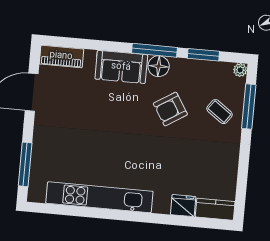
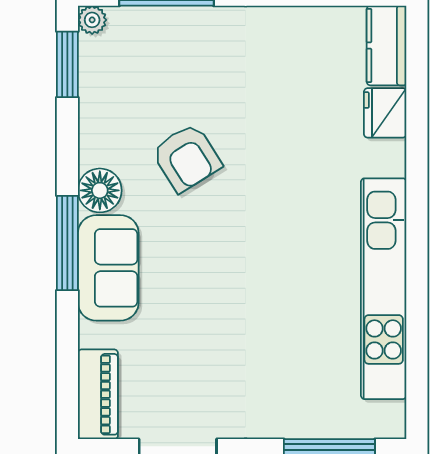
window: (154, 50) -> (67, 243), moved
window: (203, 55) -> (67, 64), moved
coffee table: (219, 112) -> (183, 55), removed

